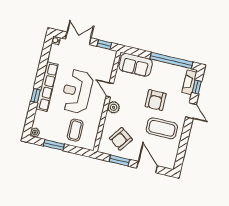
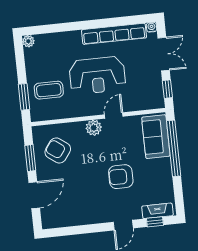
window: (171, 60) -> (174, 148), moved
row of seats: (47, 87) -> (114, 34), moved
reception desk: (77, 91) -> (97, 75), turned 180
window: (36, 96) -> (74, 26), removed
coffee table: (162, 128) -> (89, 197), removed
window: (54, 145) -> (24, 97), moved

